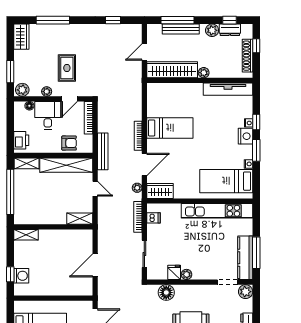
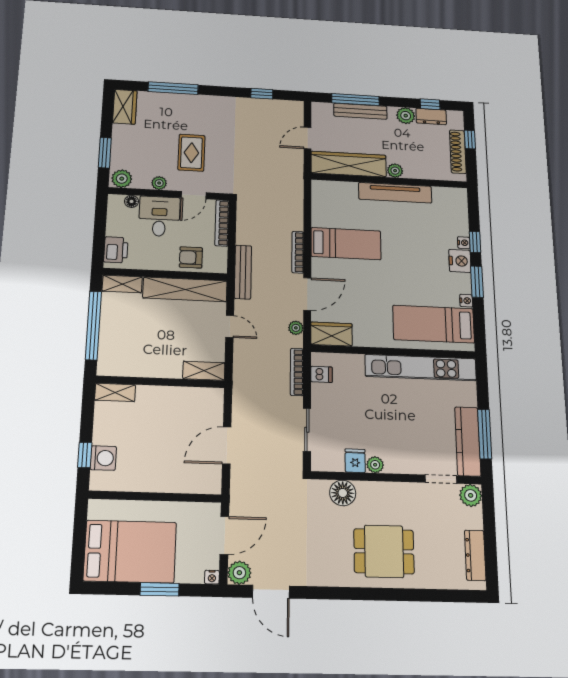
tv unit: (228, 89) -> (395, 193), moved
armchair: (69, 143) -> (191, 257), turned 180

